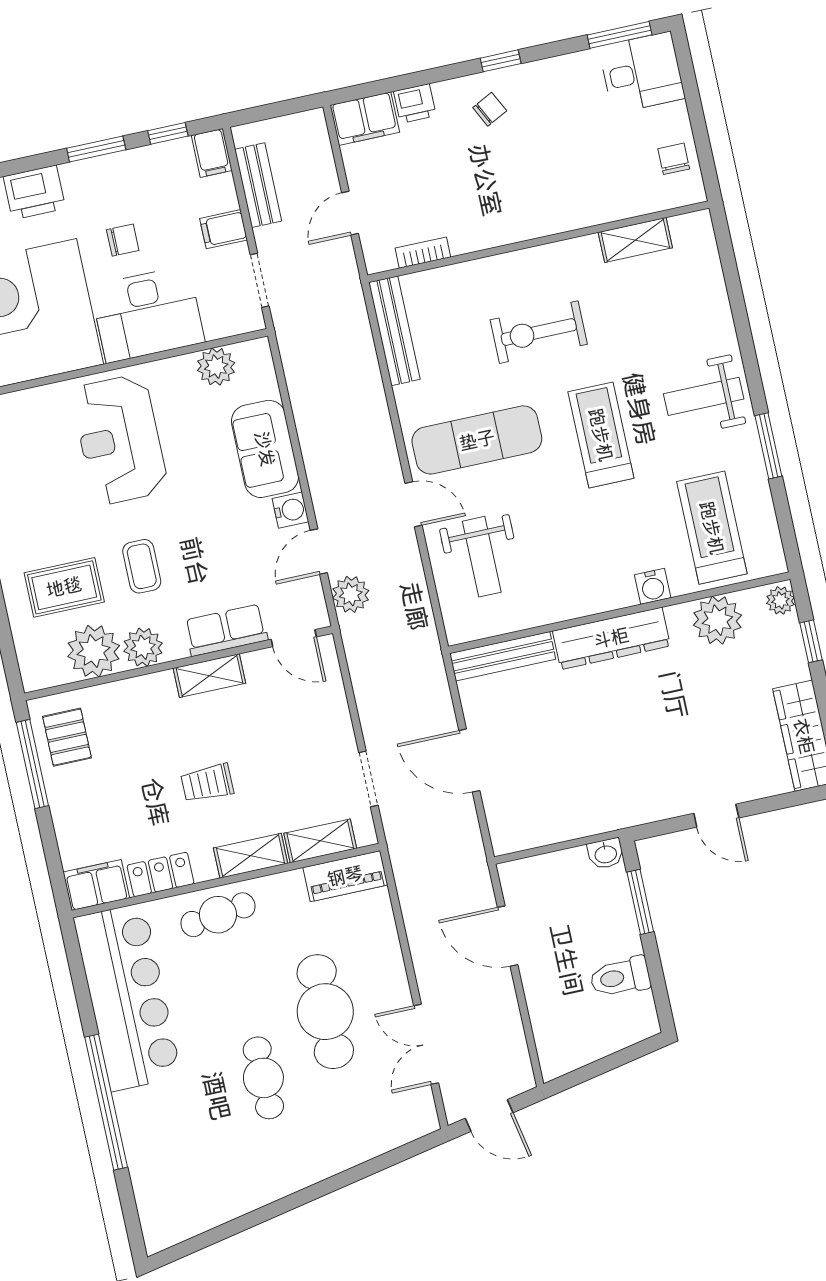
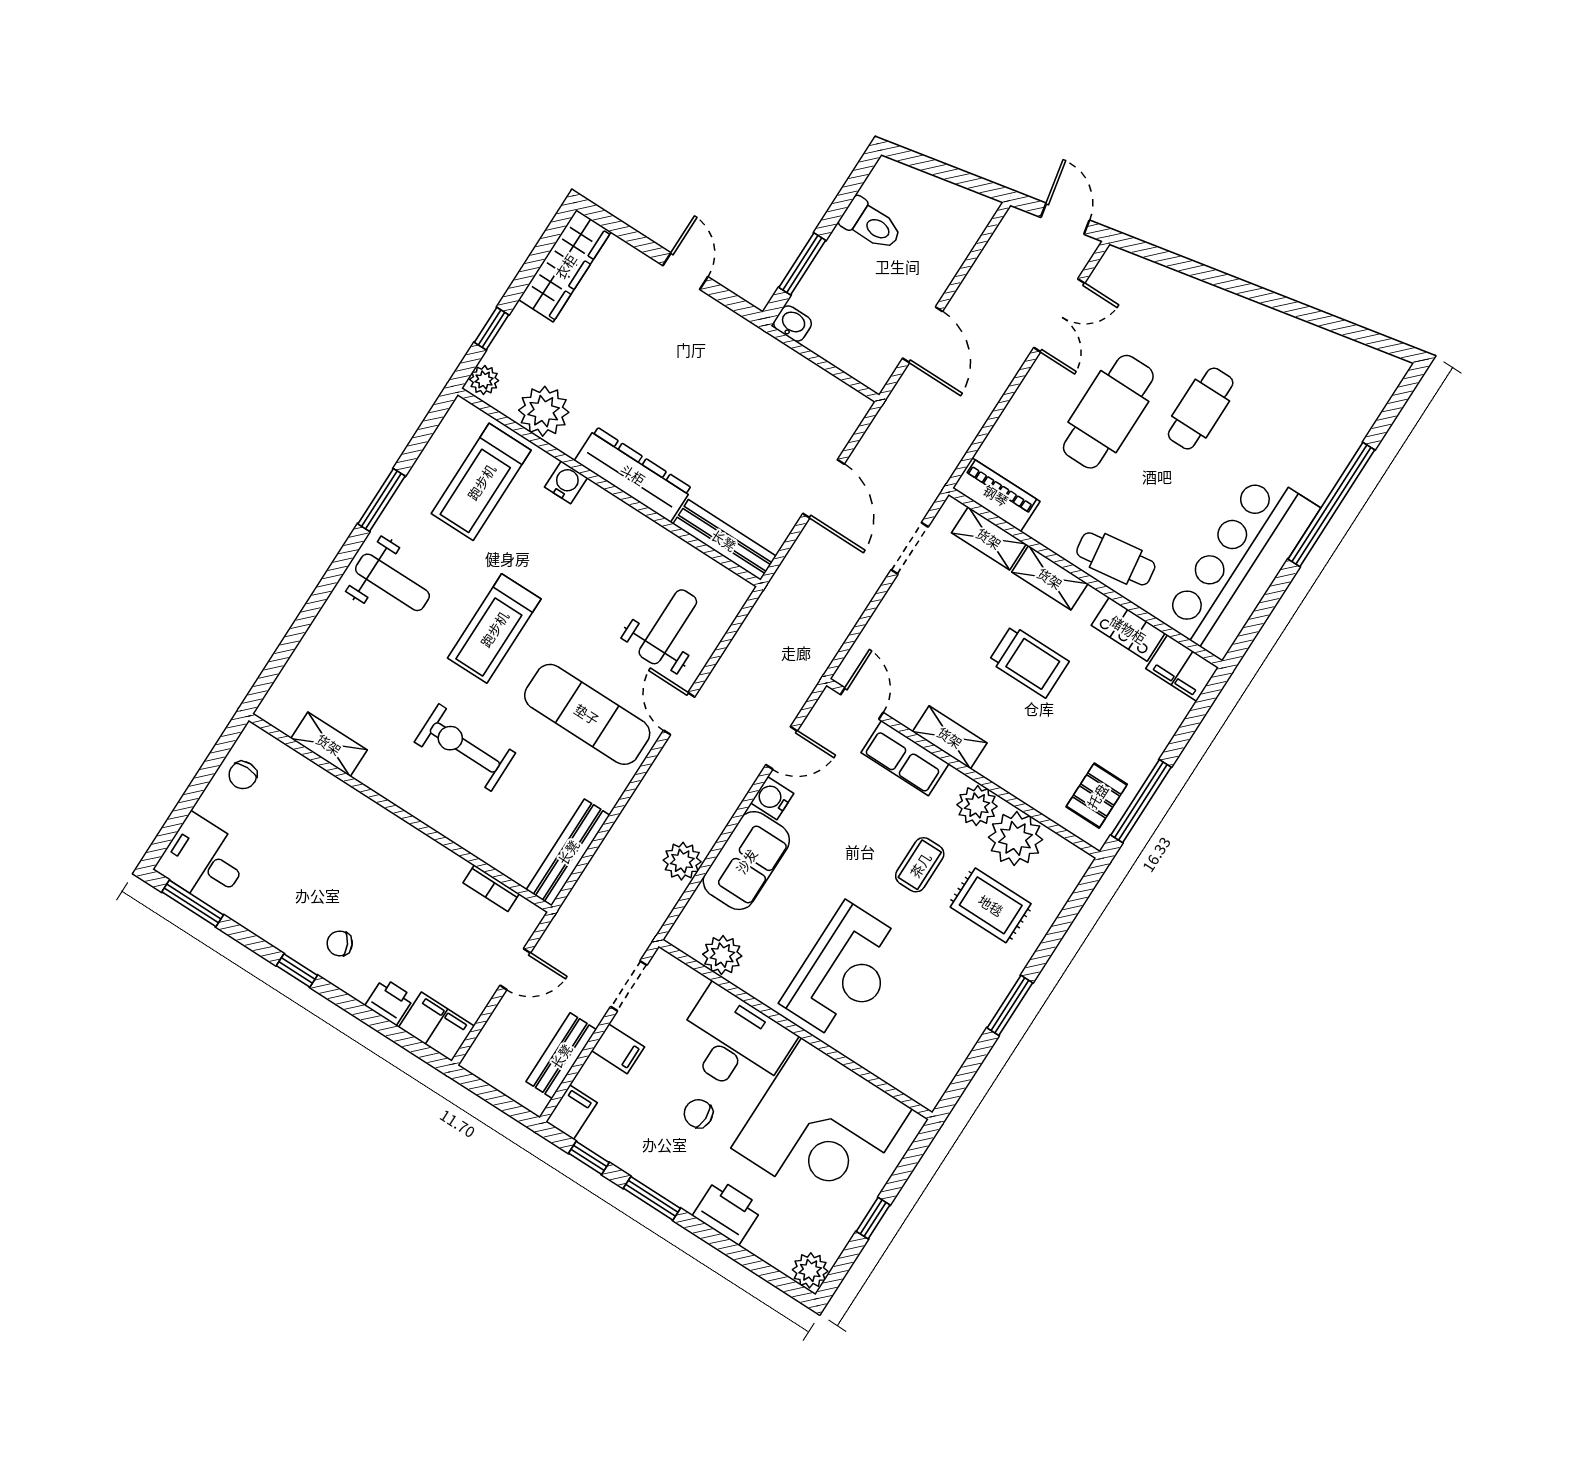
exercise bike: (539, 332) -> (465, 748), turned 180
plant: (351, 594) -> (682, 861), moved
trolley: (207, 783) -> (1029, 661), width x1.36, depth x1.39

